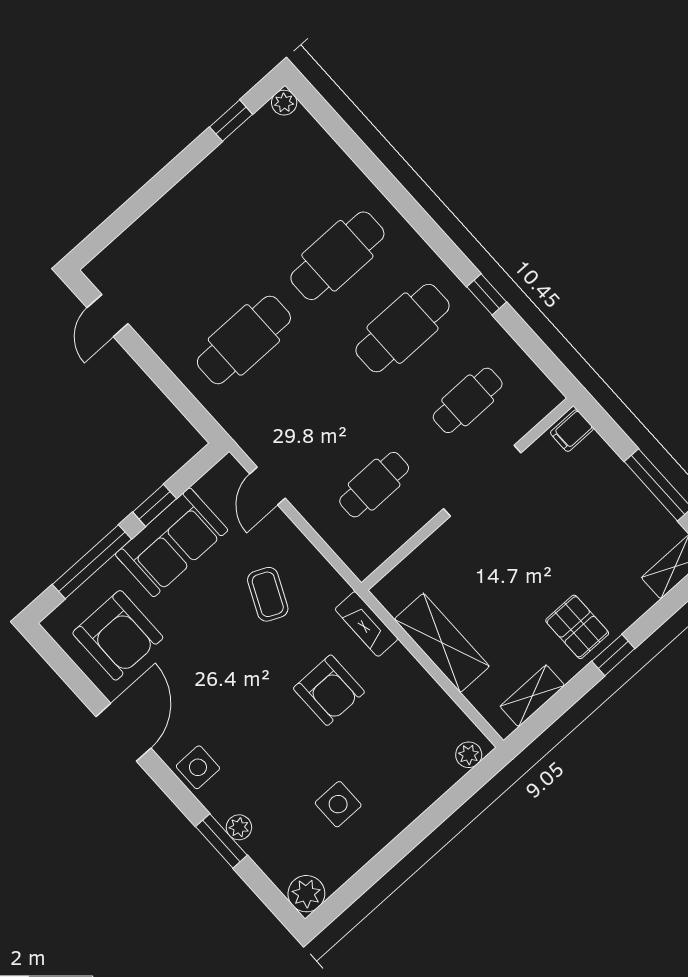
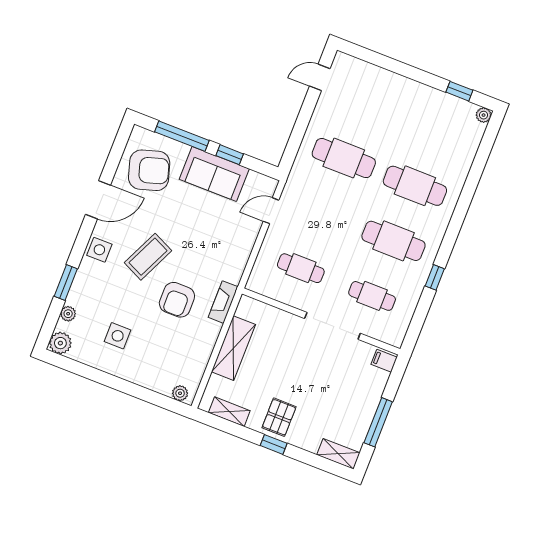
coffee table: (268, 594) -> (148, 257), moved, width x1.36, depth x1.30
armchair: (118, 635) -> (149, 170), turned -107
plant: (239, 827) -> (68, 314), moved

